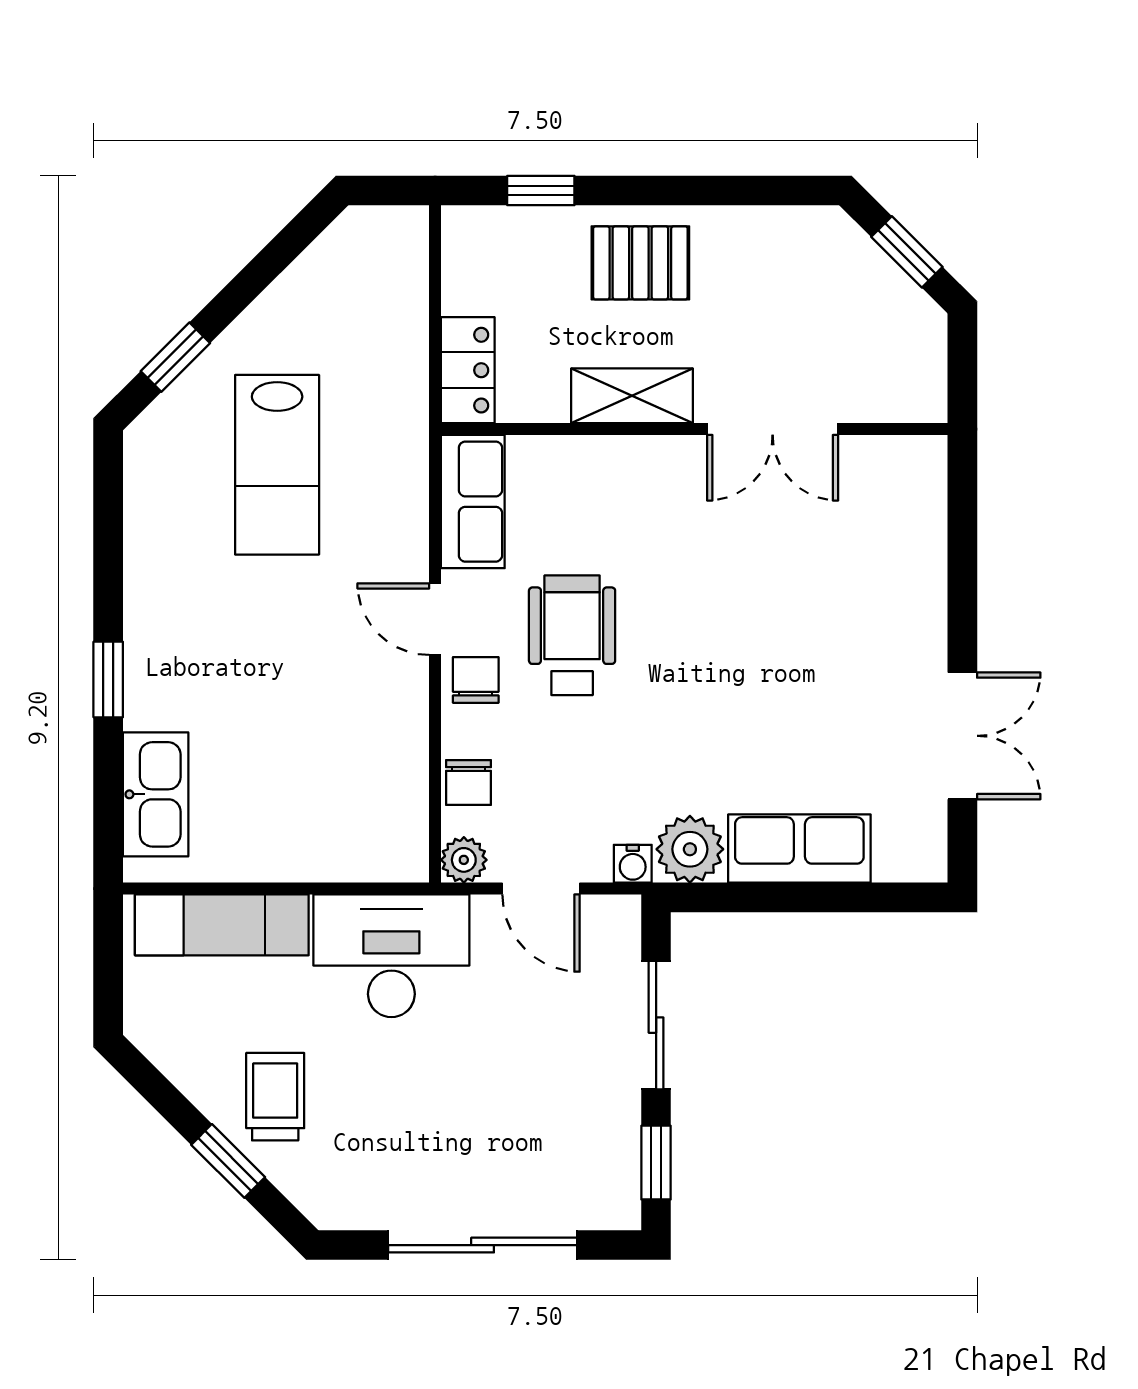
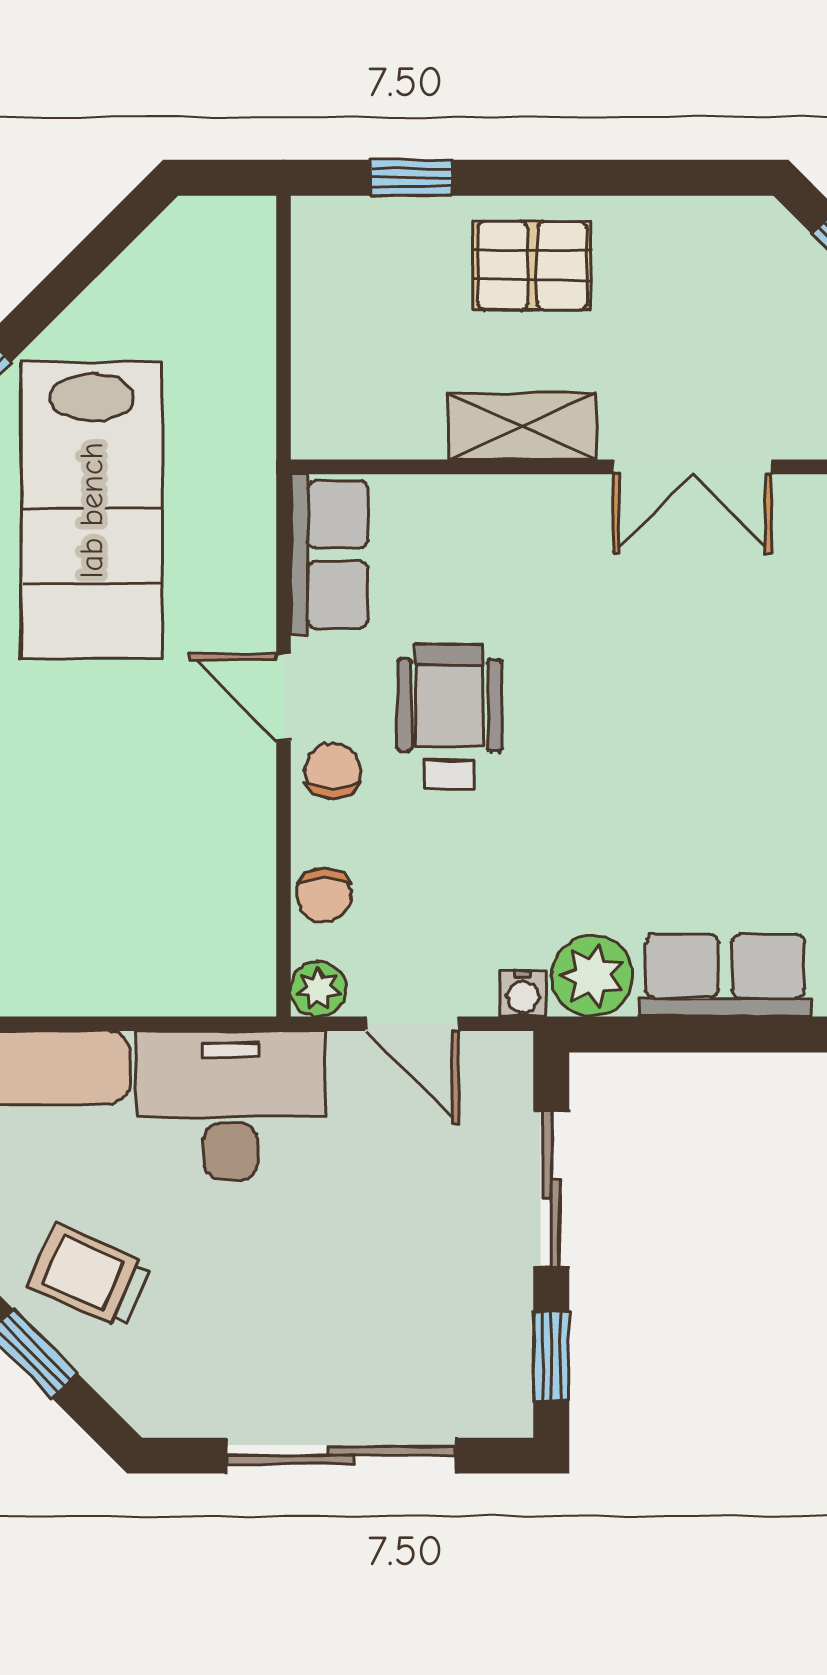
locker: (468, 370) -> (323, 395), removed
lab bench: (277, 465) -> (92, 510), width x1.36, depth x1.39
trolley: (275, 1097) -> (90, 1276), turned -66

